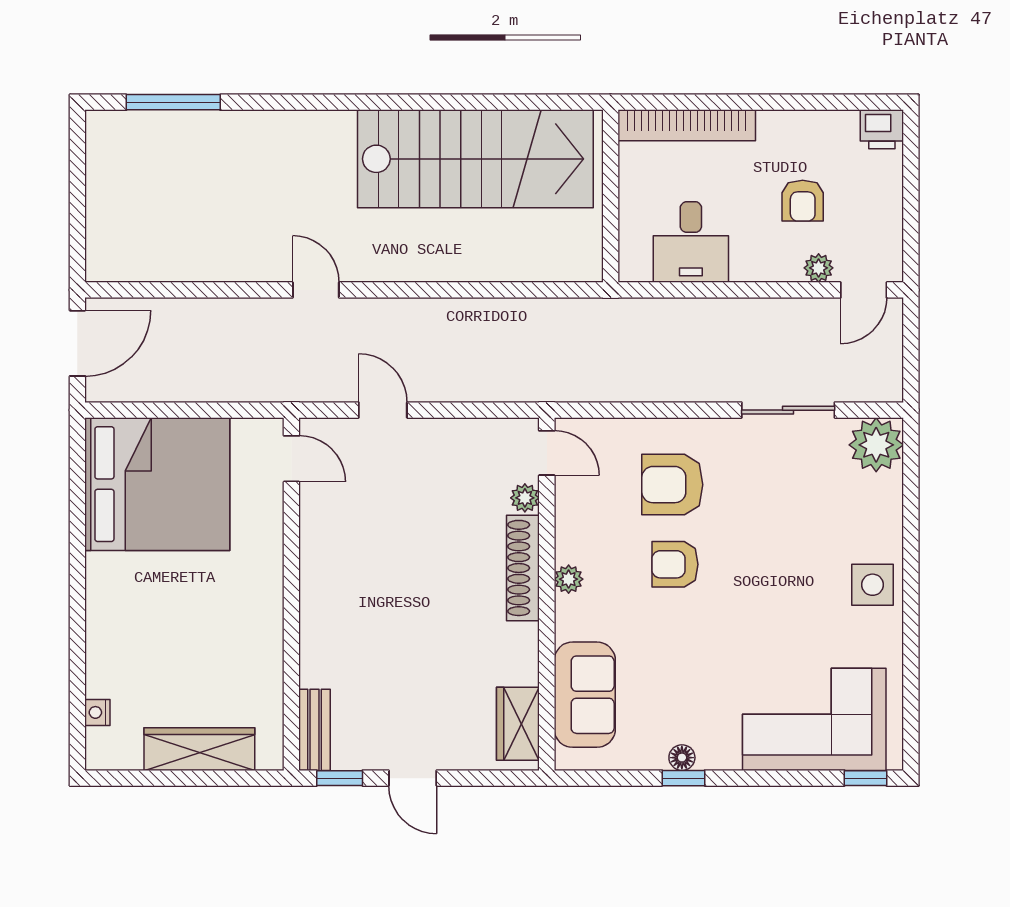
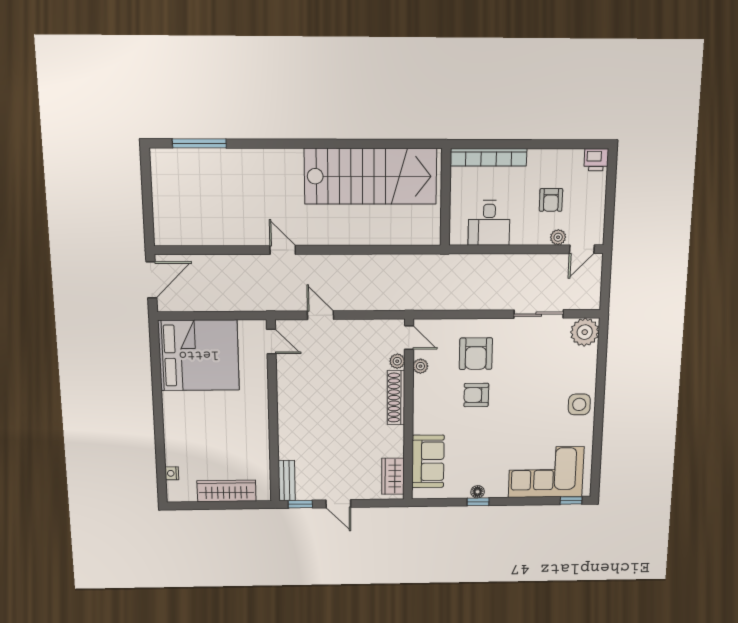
armchair: (672, 485) -> (476, 354), turned -90
plant: (569, 579) -> (420, 366), moved

